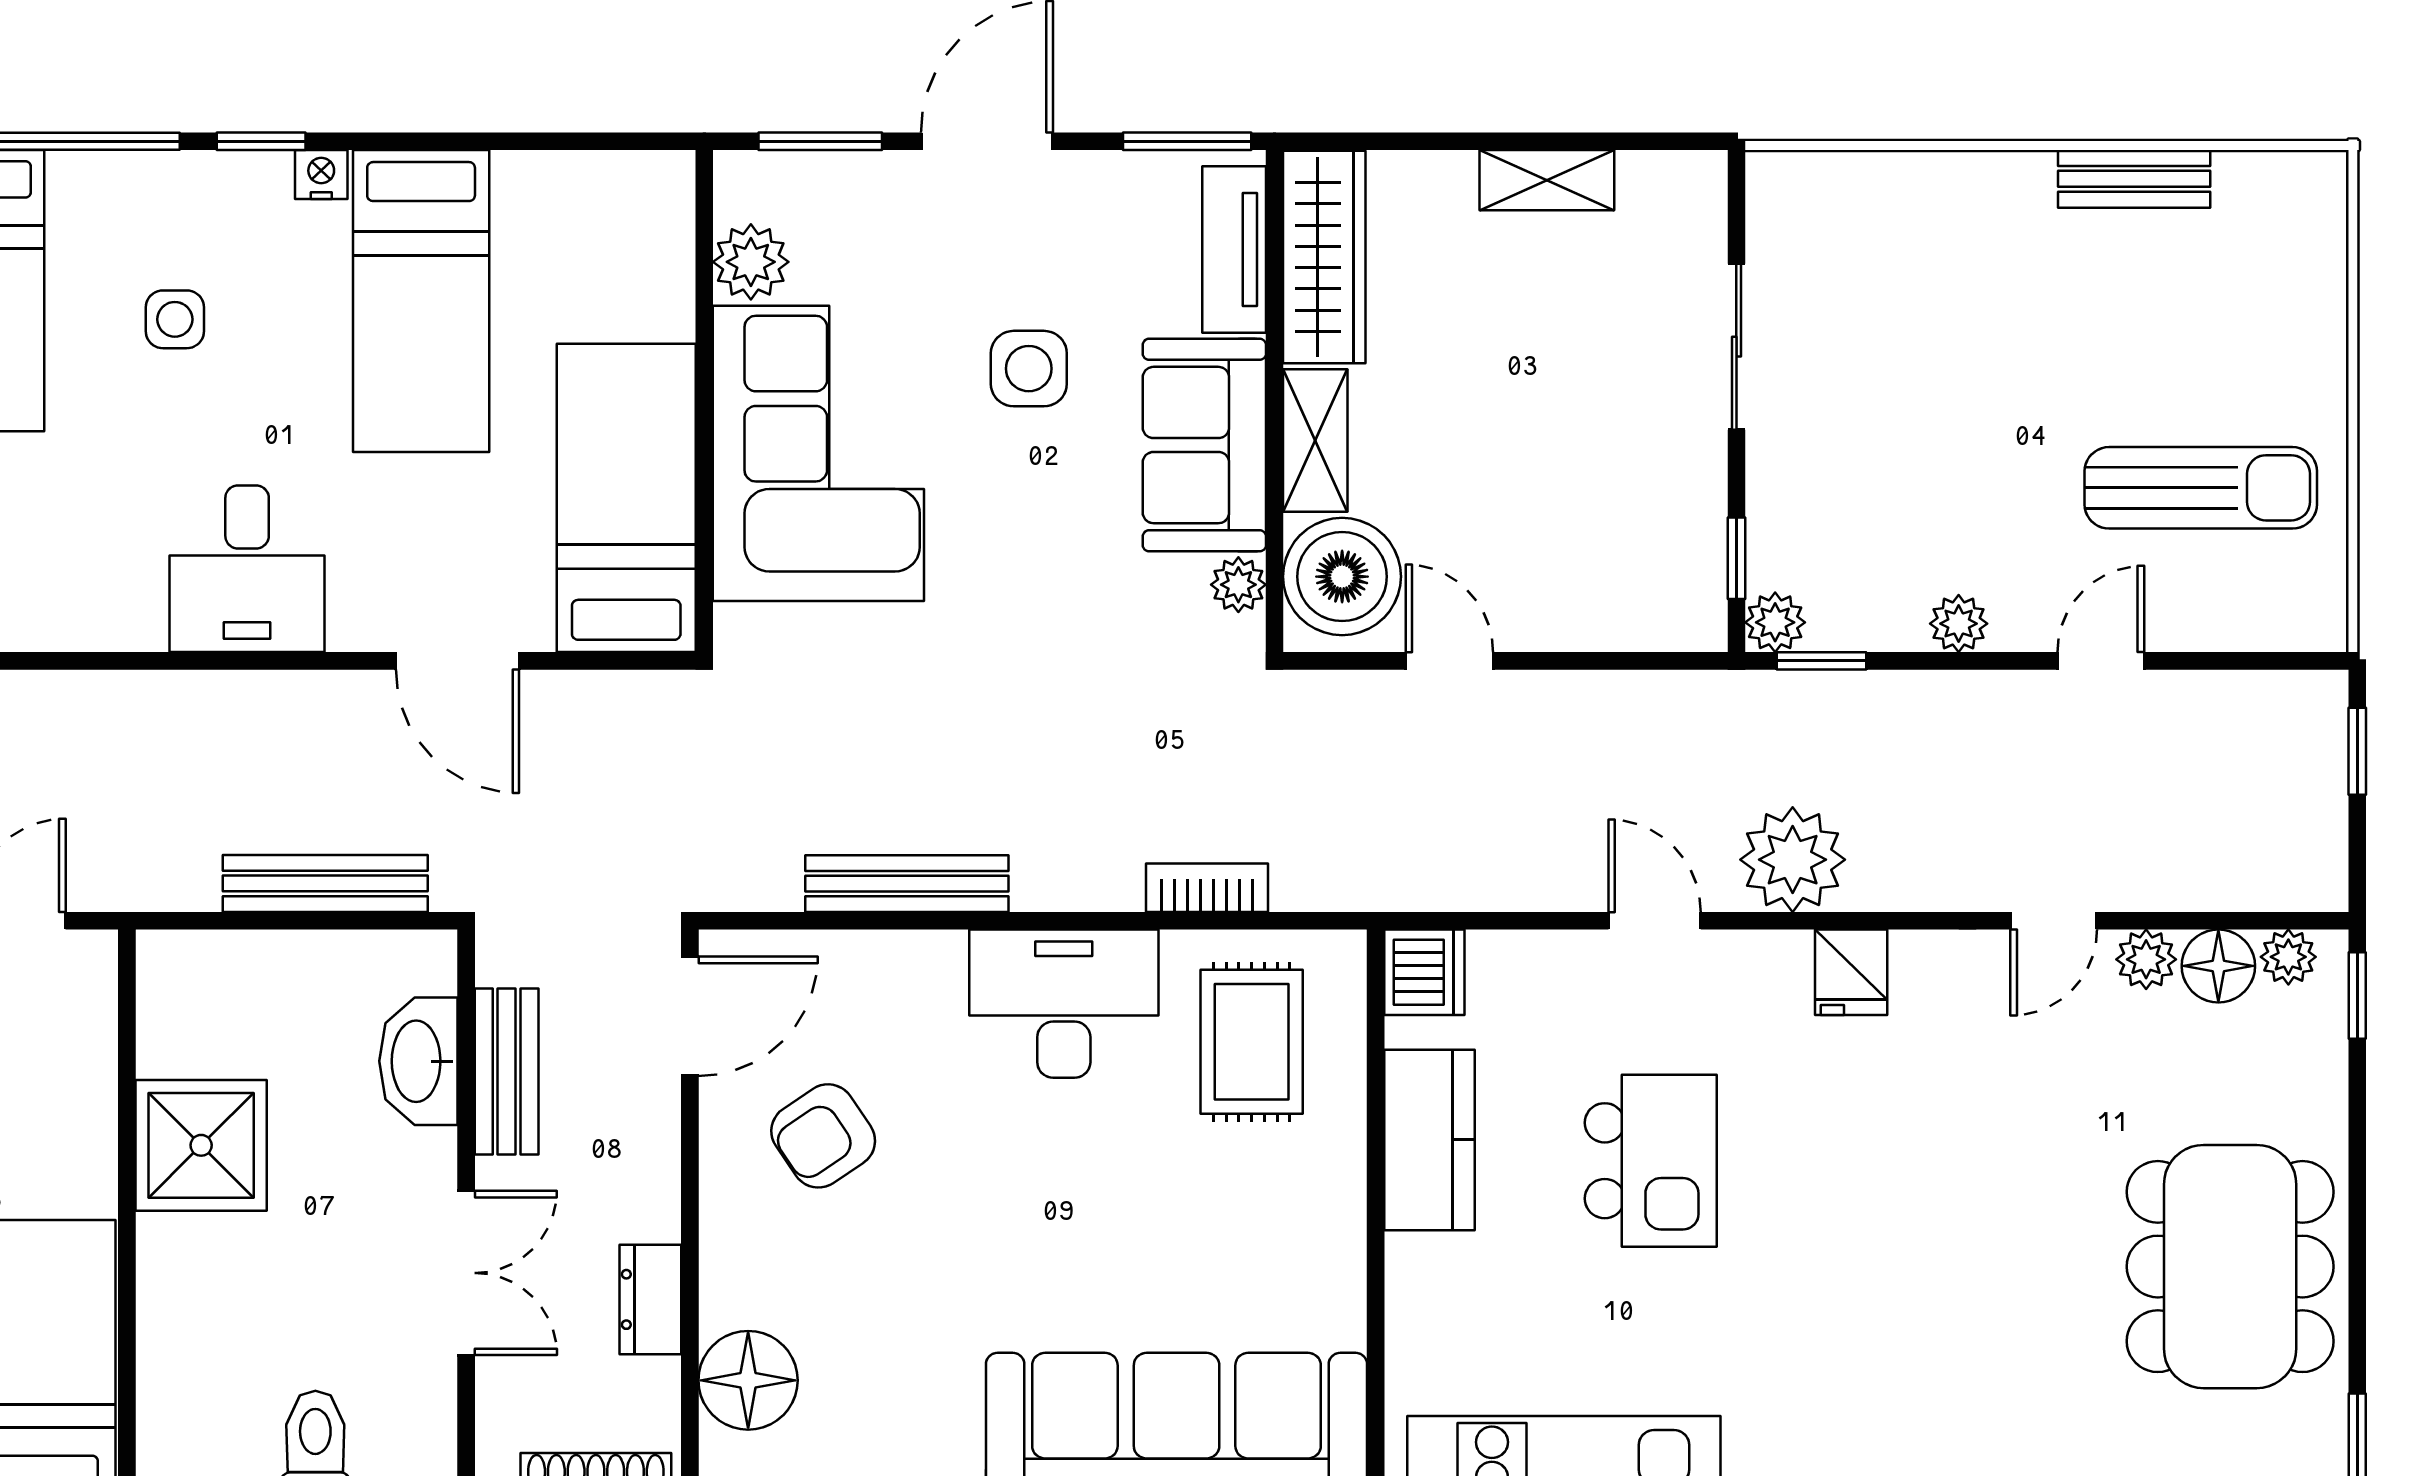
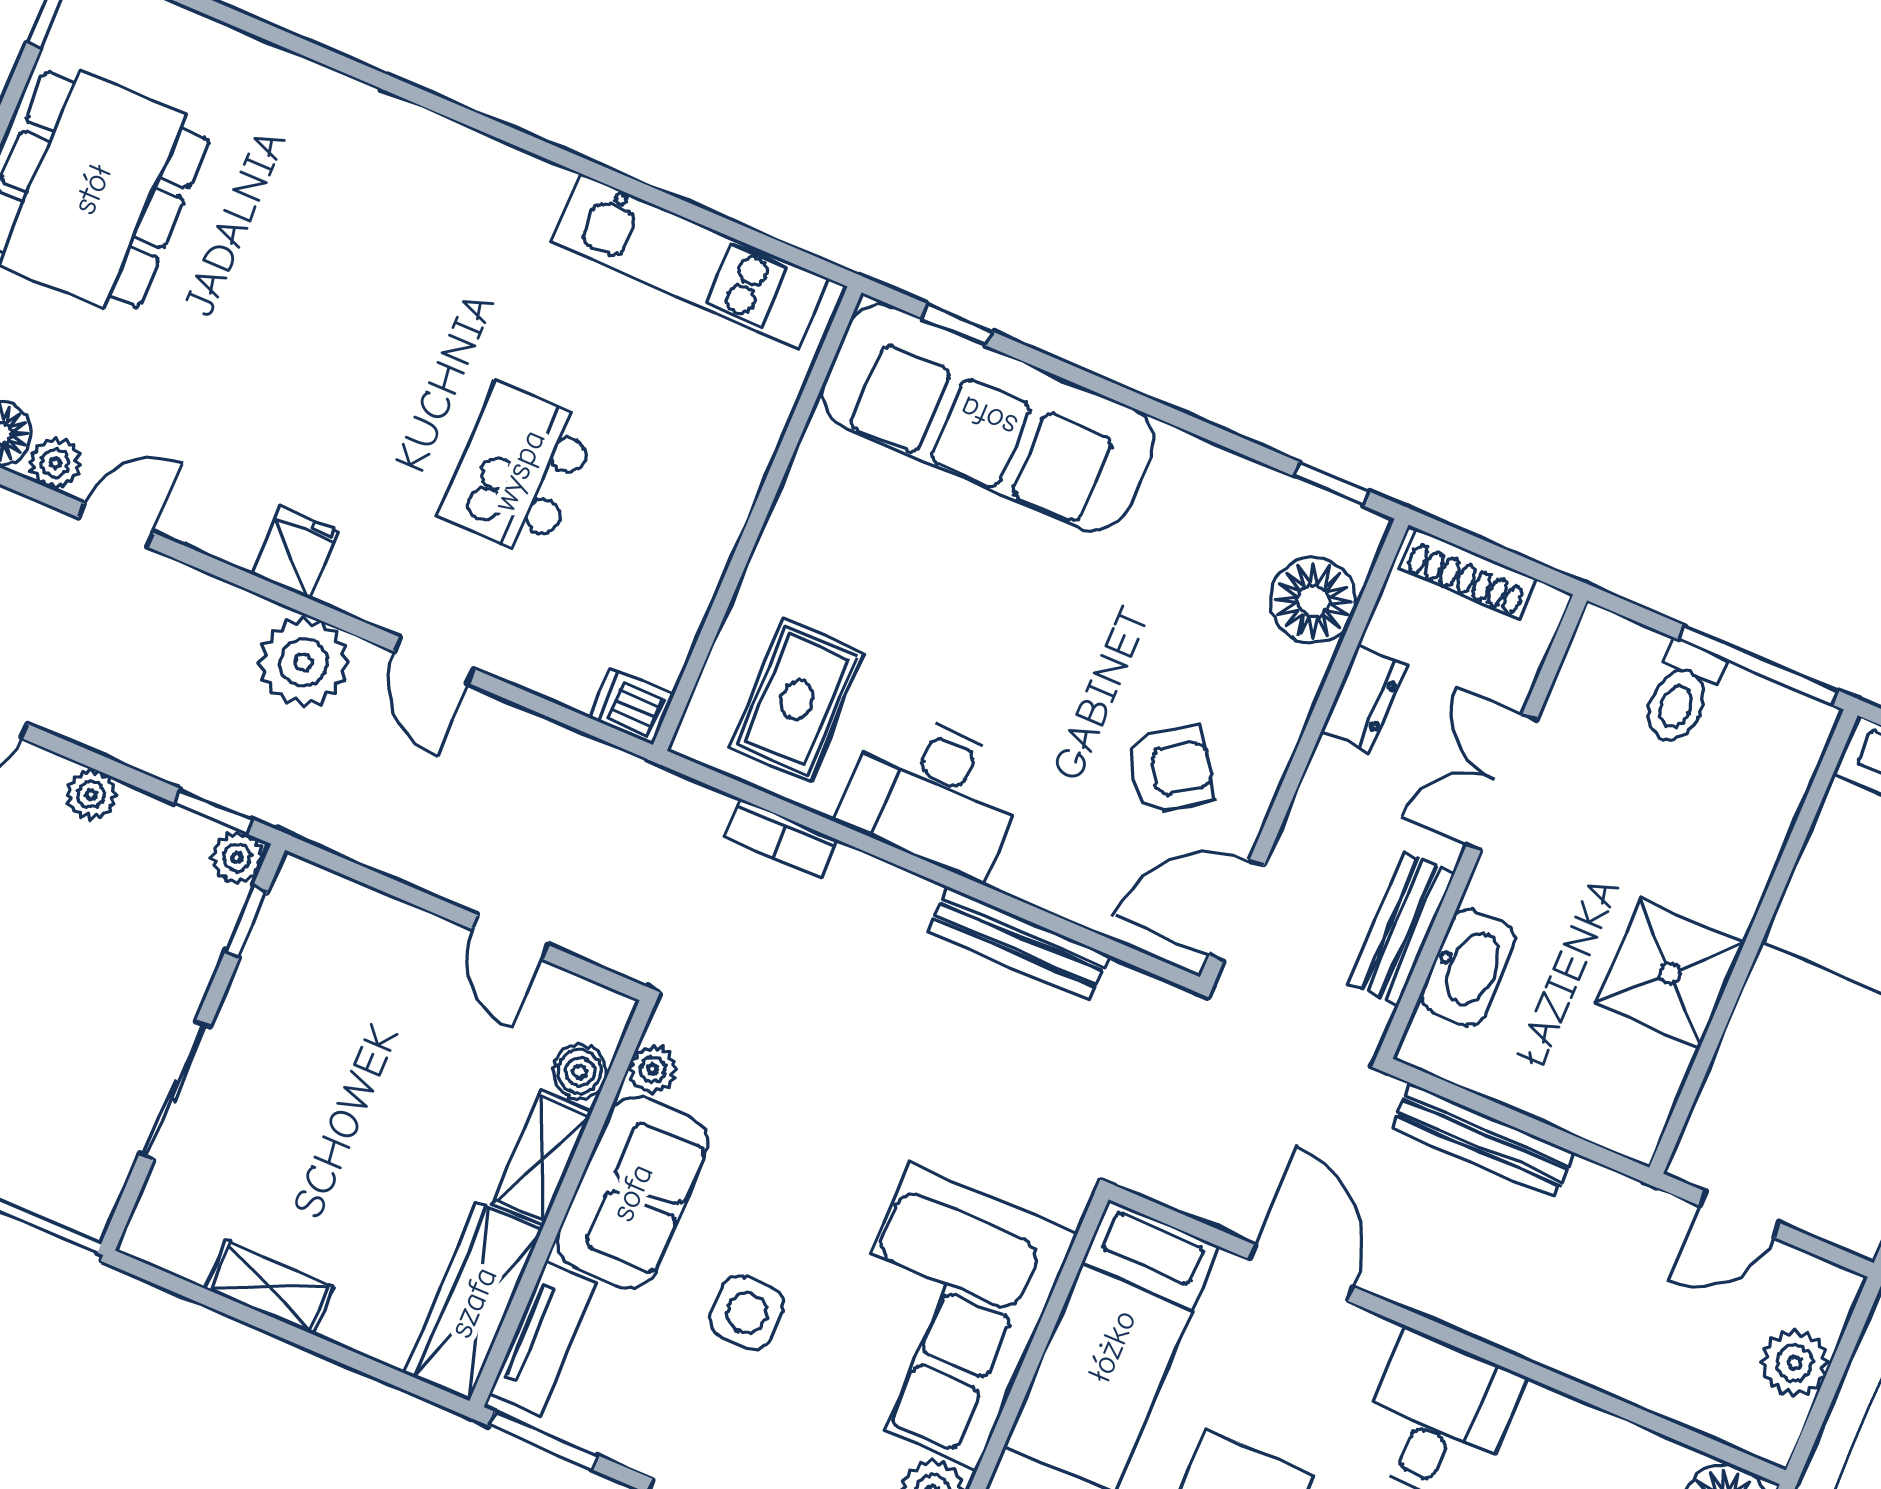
boiler: (1342, 577) -> (580, 1072), width x0.54, depth x0.54
dishwasher: (1424, 972) -> (632, 707), width x0.73
kitchen counter: (1429, 1140) -> (688, 562), removed

